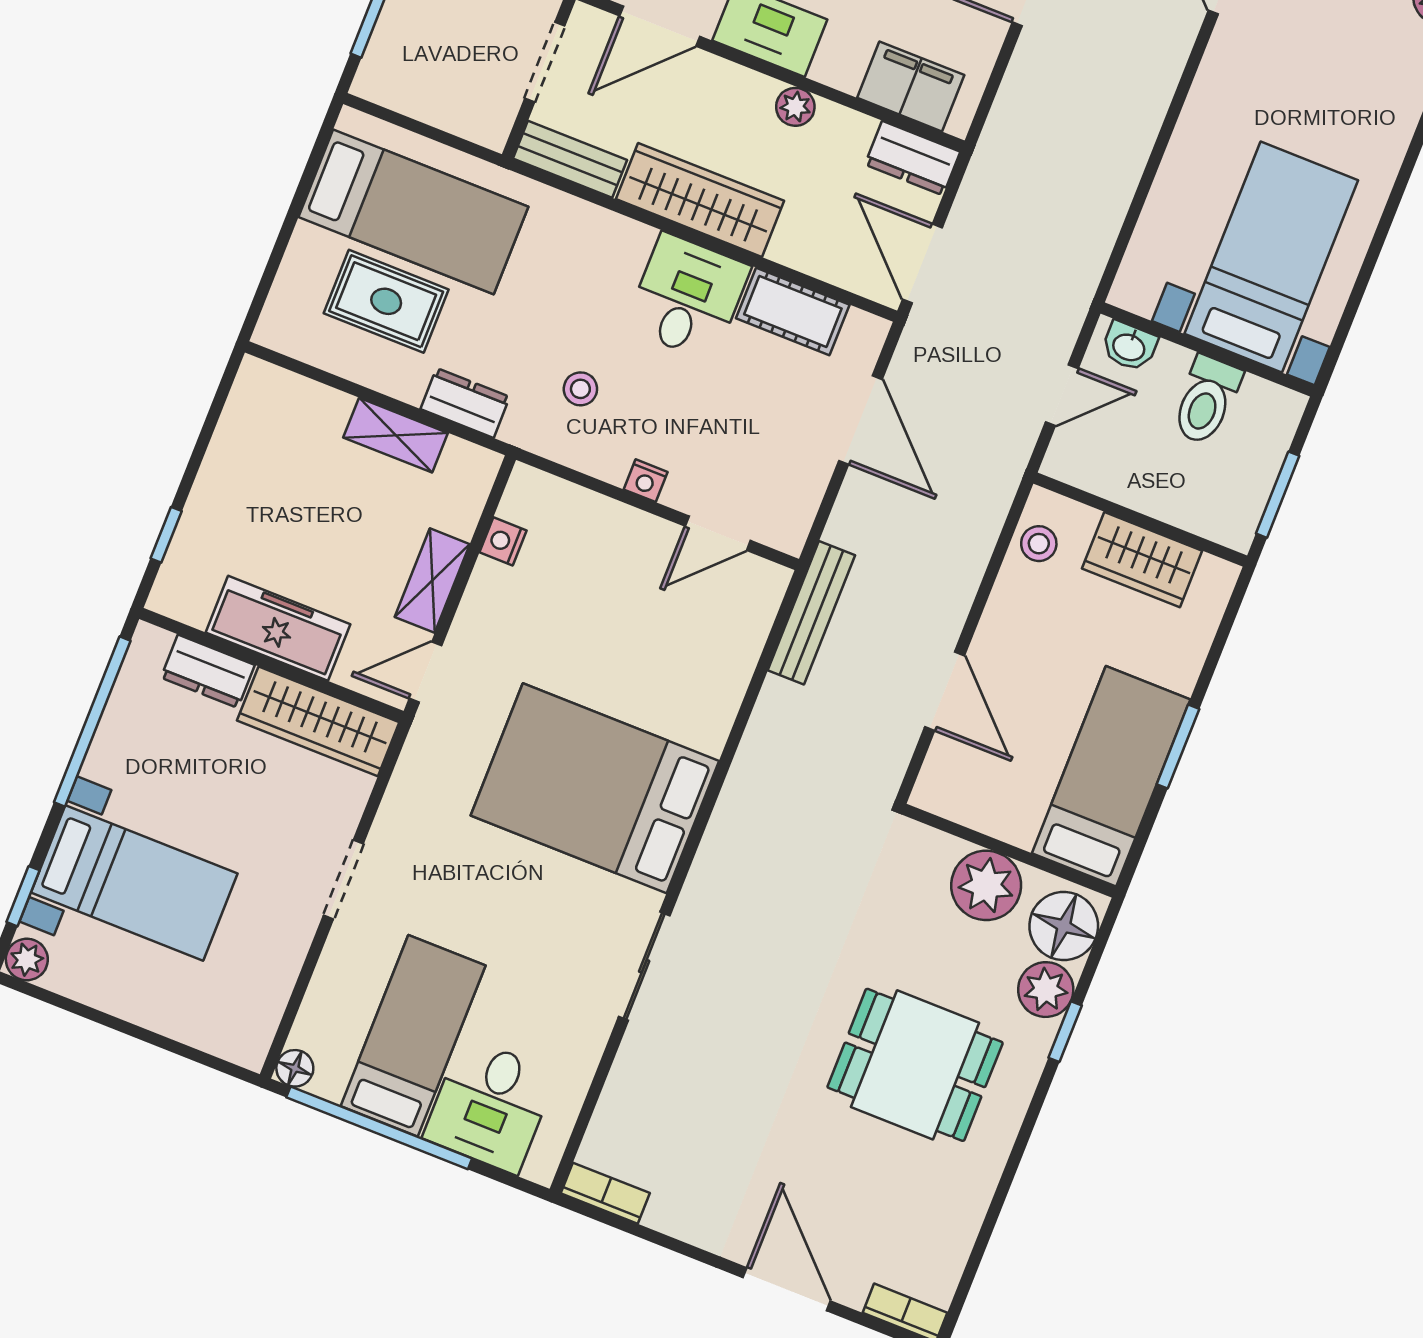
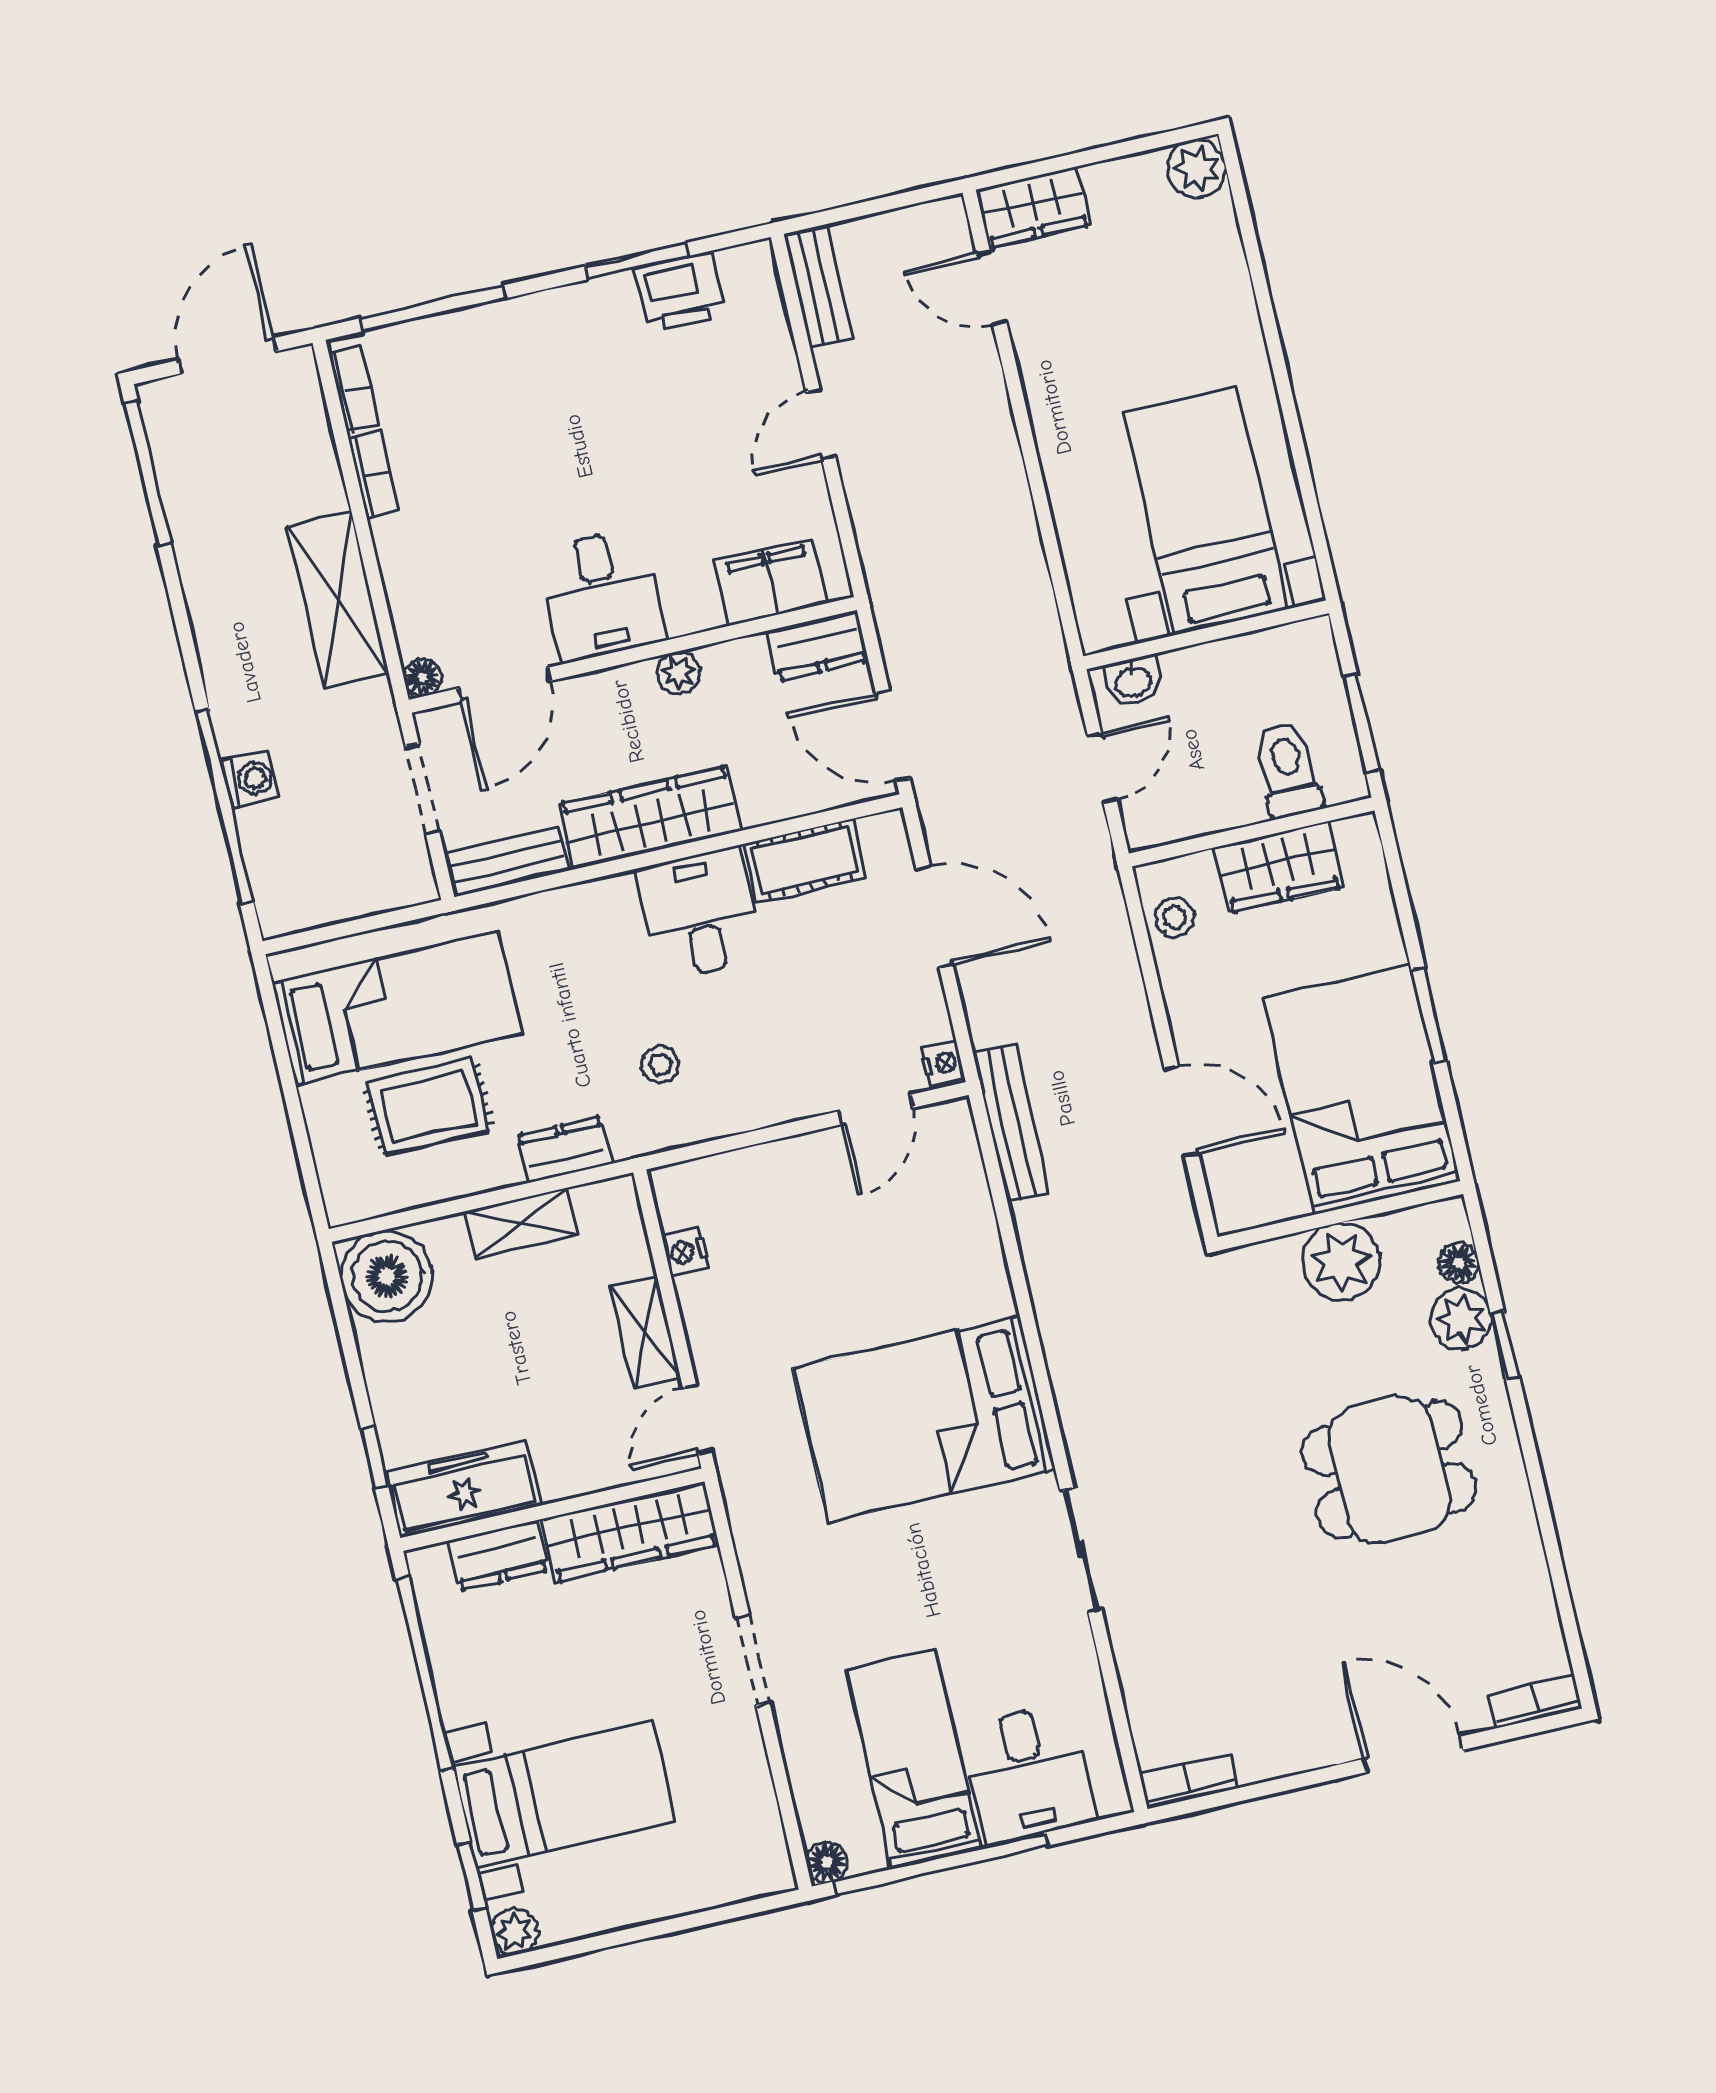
toilet: (1206, 400) -> (1288, 770), moved, turned 180
boiler: (268, 406) -> (387, 1276), added
nightstand: (646, 481) -> (943, 1063), moved, turned -90
freezer: (278, 628) -> (463, 1489), moved
bed: (1111, 776) -> (1362, 1090), width x1.50
floor lamp: (1064, 926) -> (1459, 1263), width x0.53, depth x0.53

